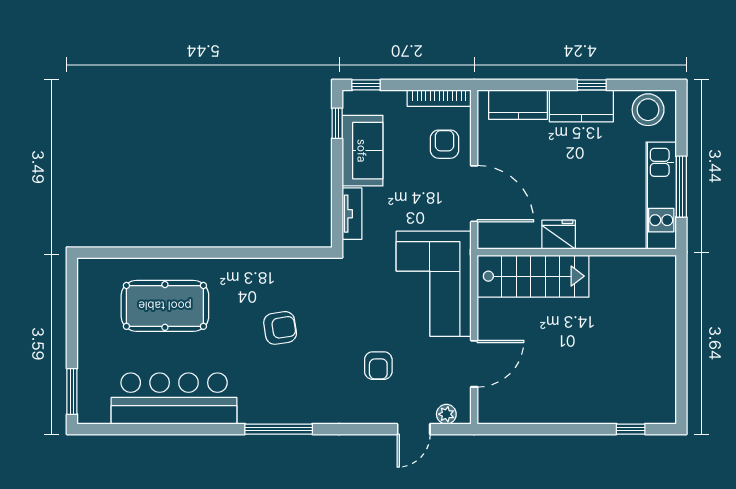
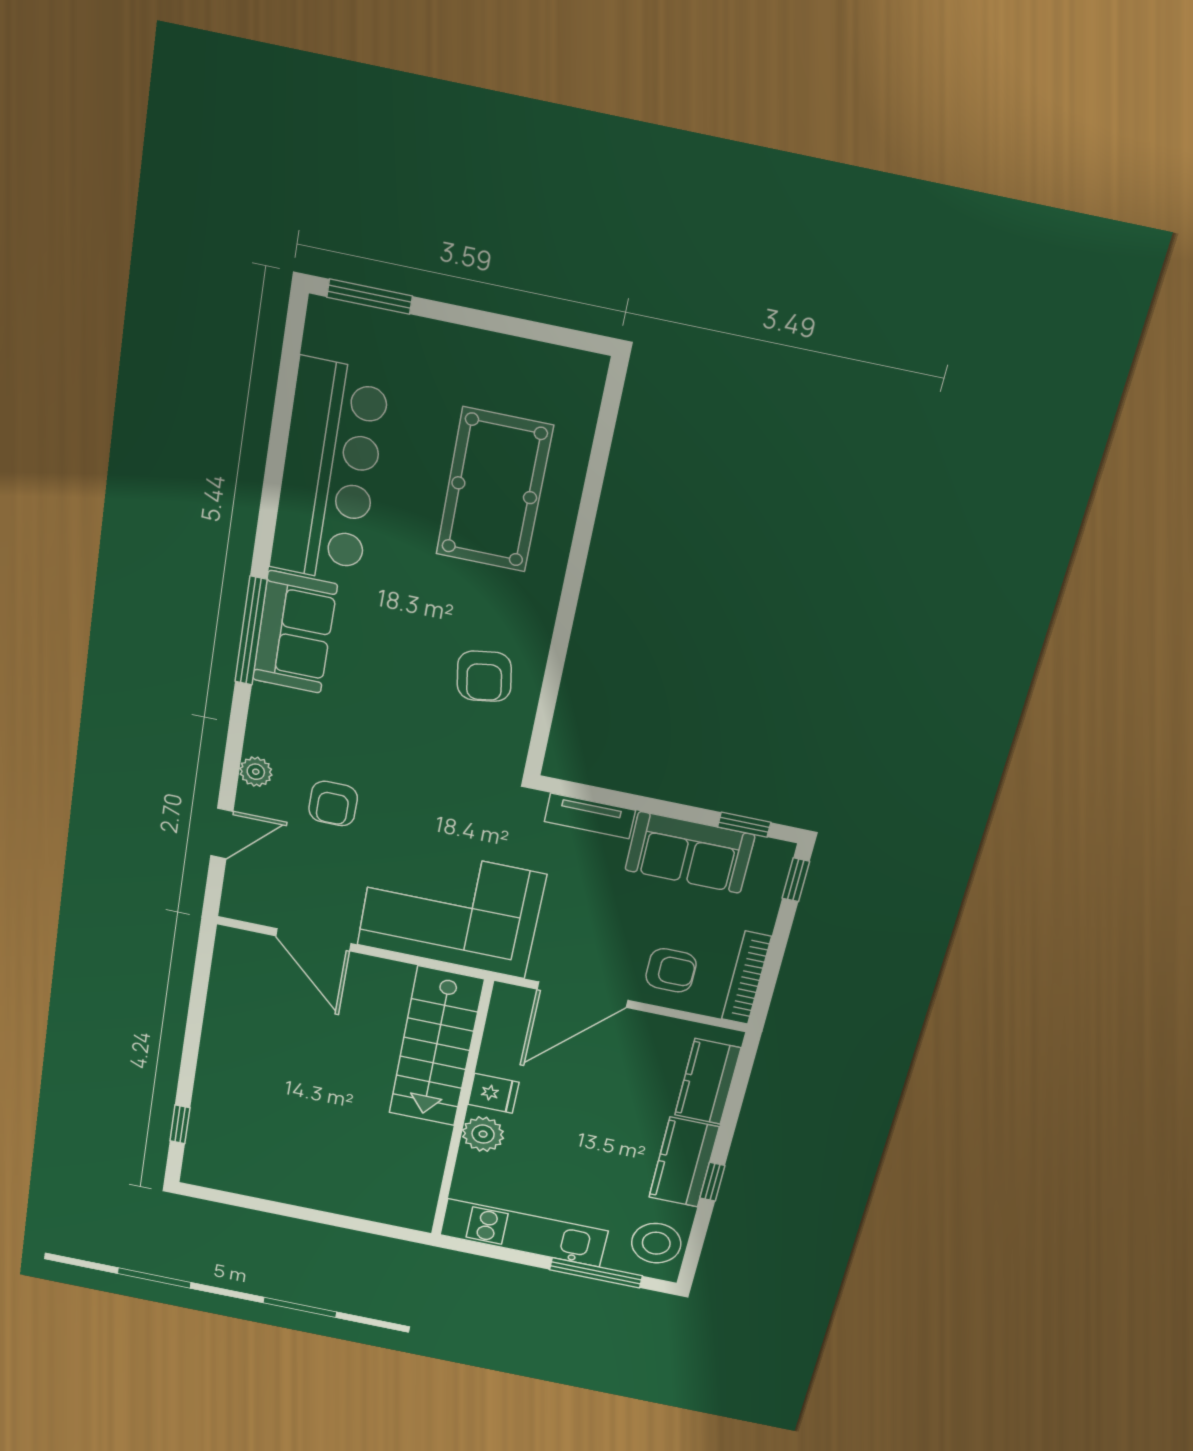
window: (681, 187) -> (596, 1273), moved
fridge: (559, 235) -> (493, 1093), width x0.72
plant: (591, 236) -> (483, 1134), added
armchair: (280, 328) -> (484, 676), moved
armchair: (378, 366) -> (333, 804), turned -90
sofa: (274, 404) -> (295, 632), added
plant: (446, 414) -> (256, 772), moved
door: (414, 429) -> (222, 834), swing flipped

